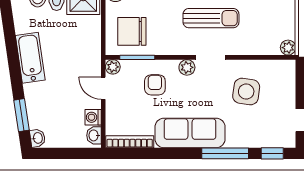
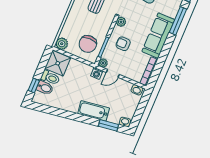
bathtub: (30, 58) -> (94, 111), moved
washing machine: (93, 117) -> (97, 73), moved

